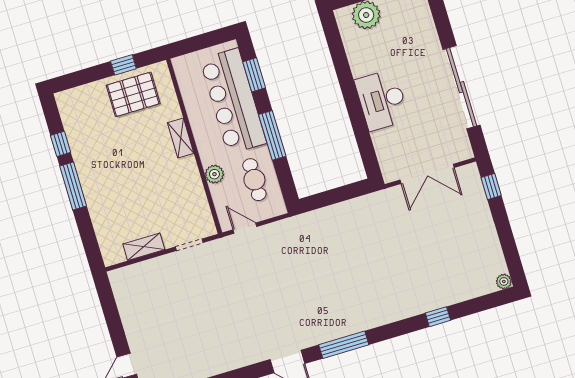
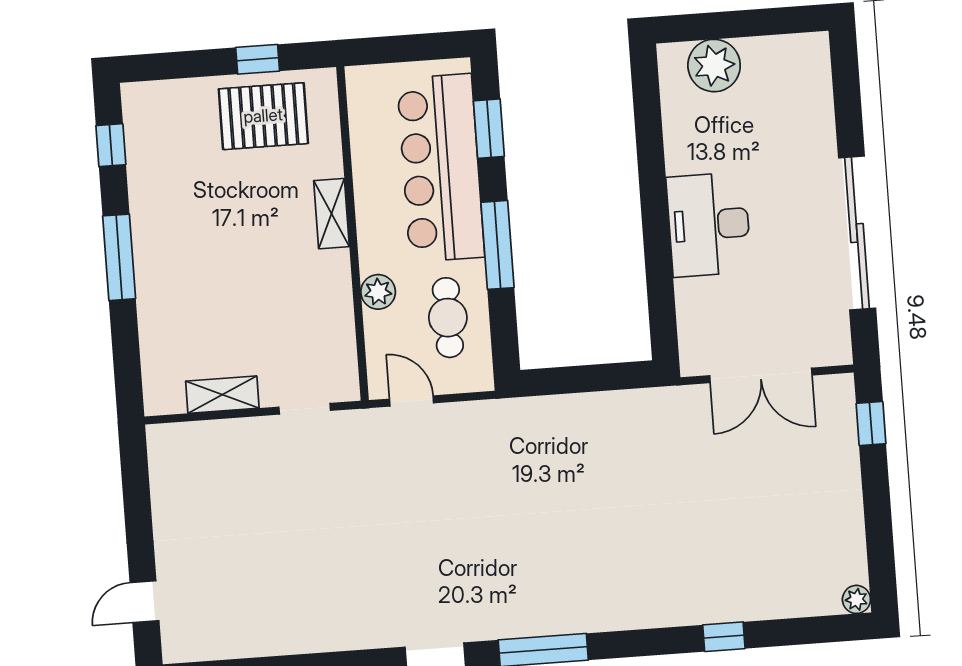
window: (61, 144) -> (111, 145), moved

